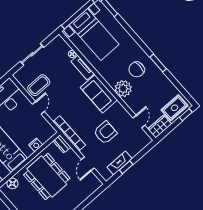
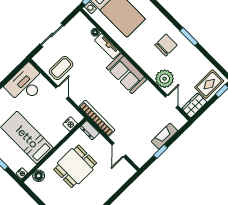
chair: (137, 69) -> (166, 45), turned 180
plant: (123, 89) -> (165, 79), moved
armchair: (105, 133) -> (136, 115), removed
nightstand: (36, 145) -> (70, 124), moved
fireplace: (120, 163) -> (164, 136), moved
dining table: (47, 177) -> (75, 166), width x0.73

